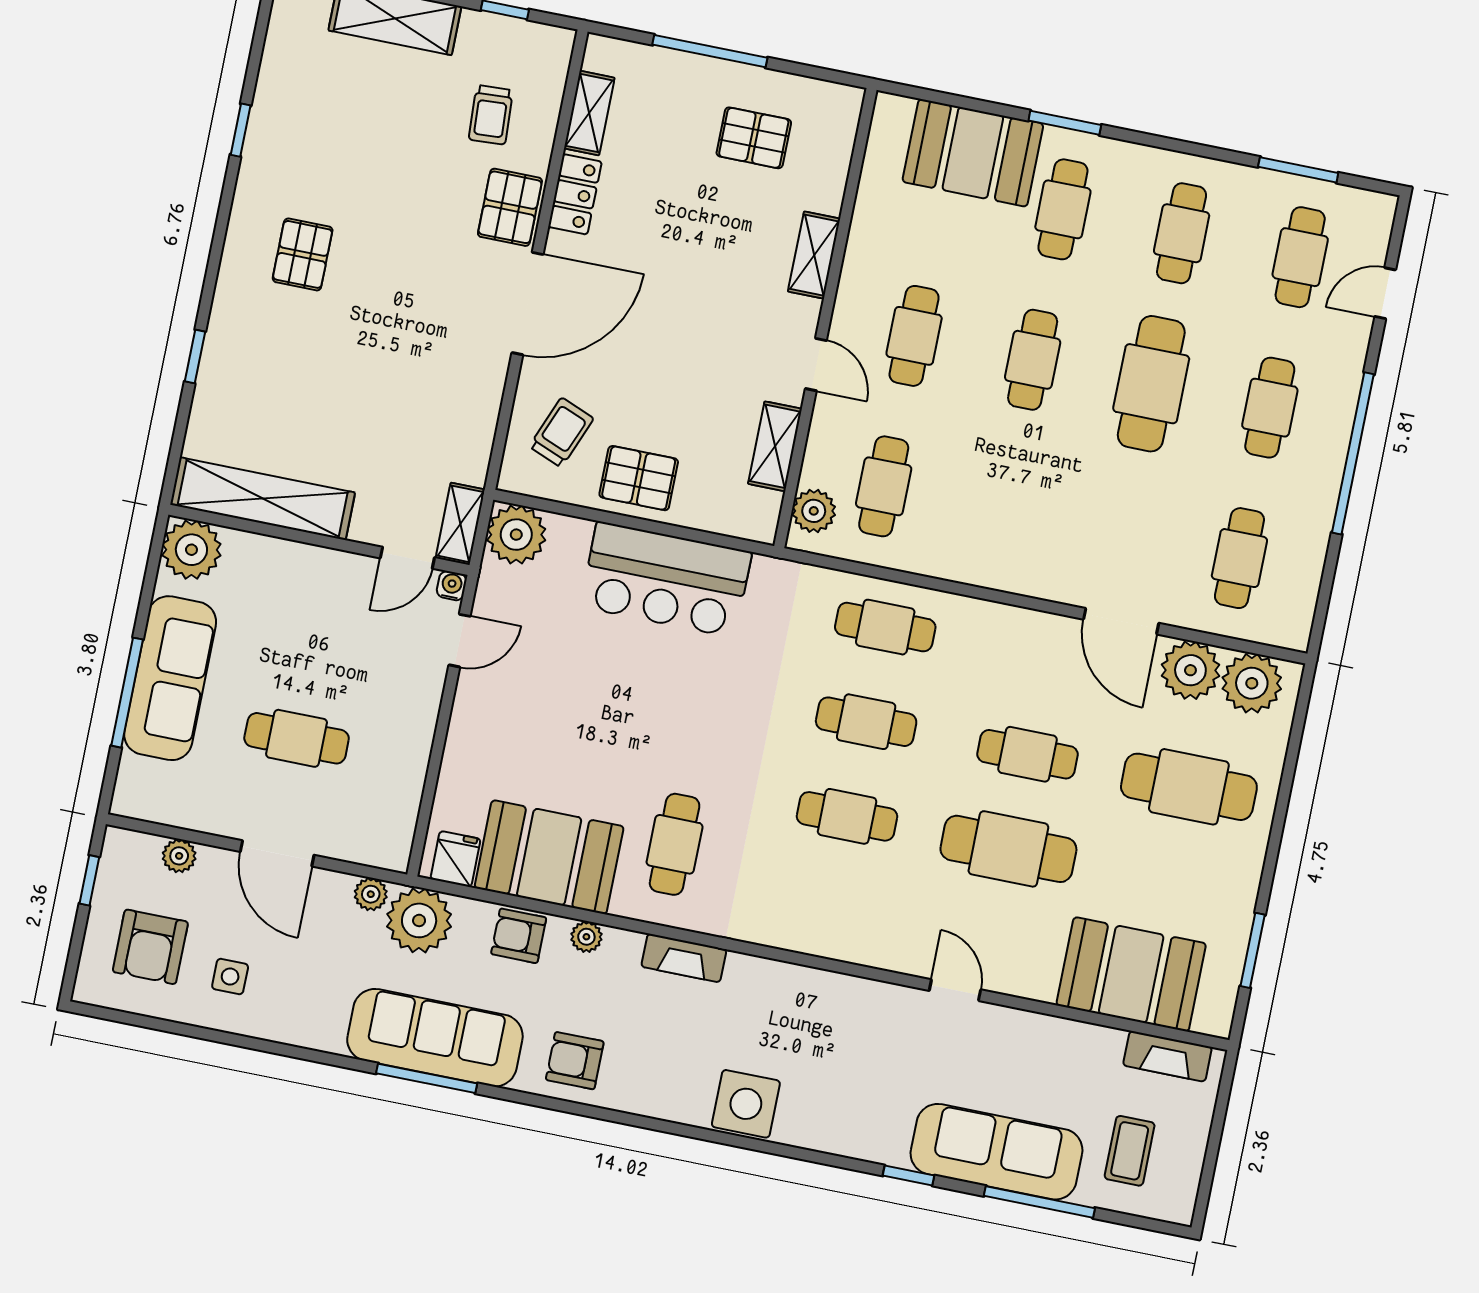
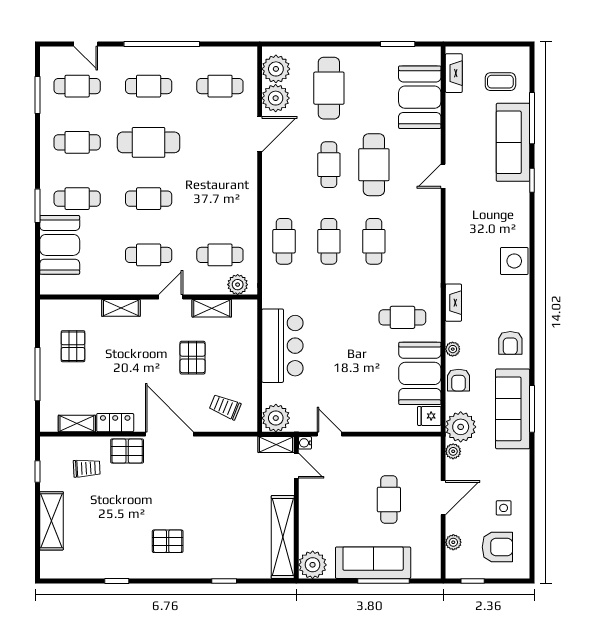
pallet: (639, 478) -> (193, 358), moved

